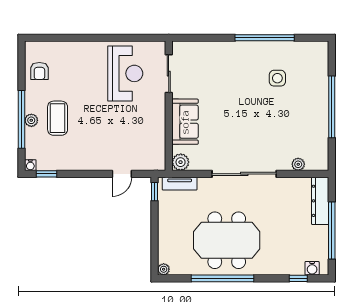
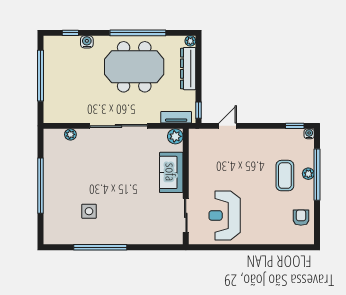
dresser: (320, 201) -> (188, 69), moved, turned 180
water cooler: (312, 268) -> (87, 42), moved

